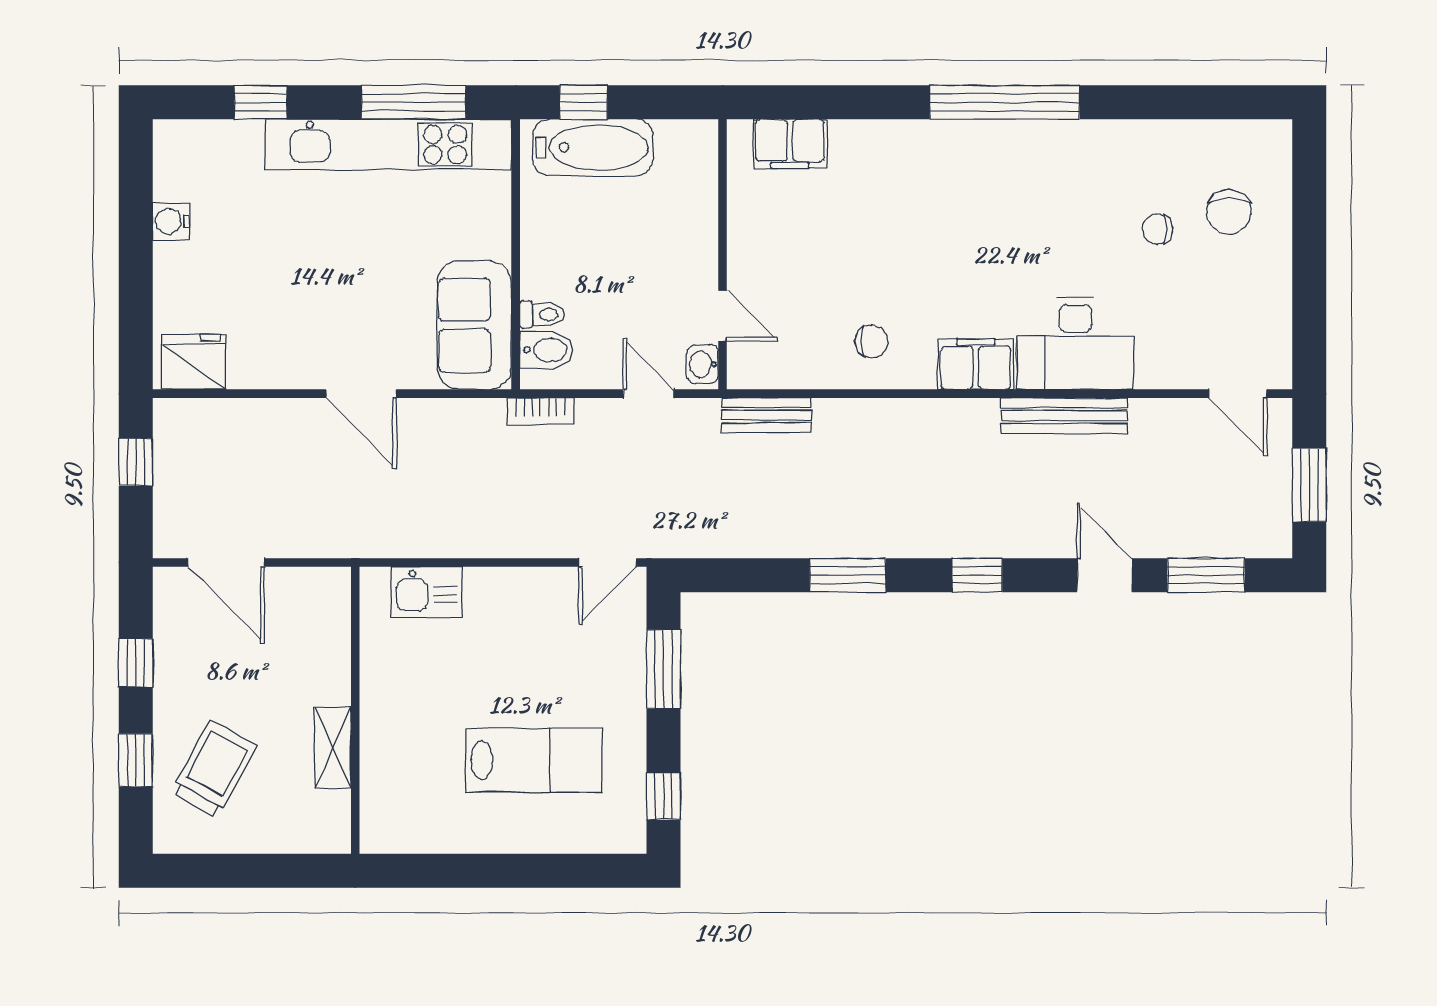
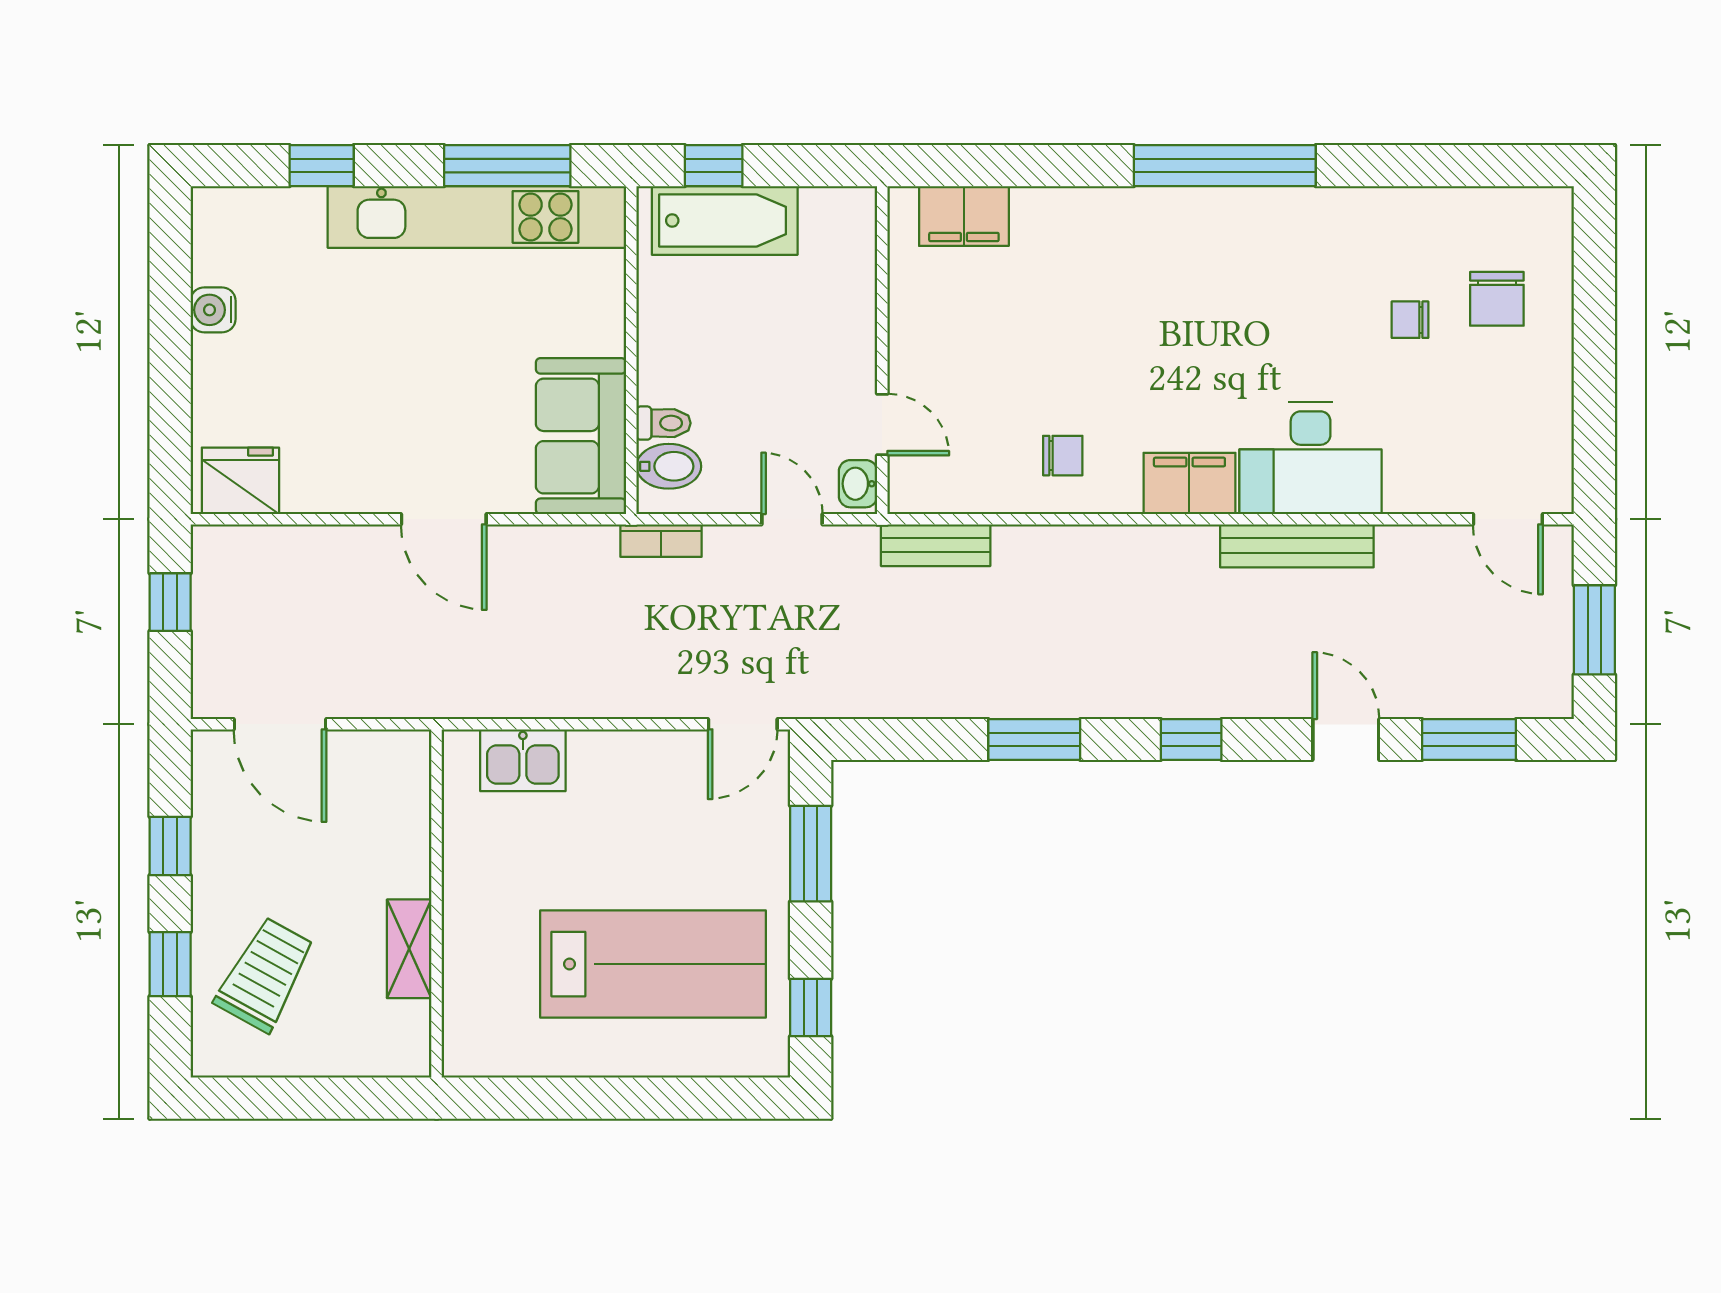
lab bench: (534, 760) -> (653, 964), width x1.36, depth x1.39

